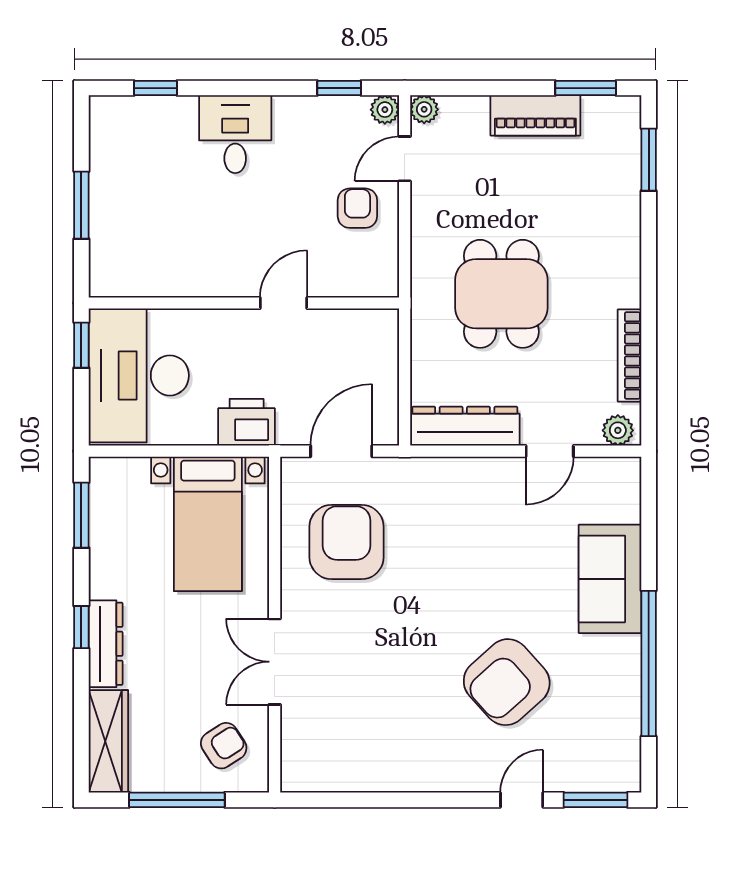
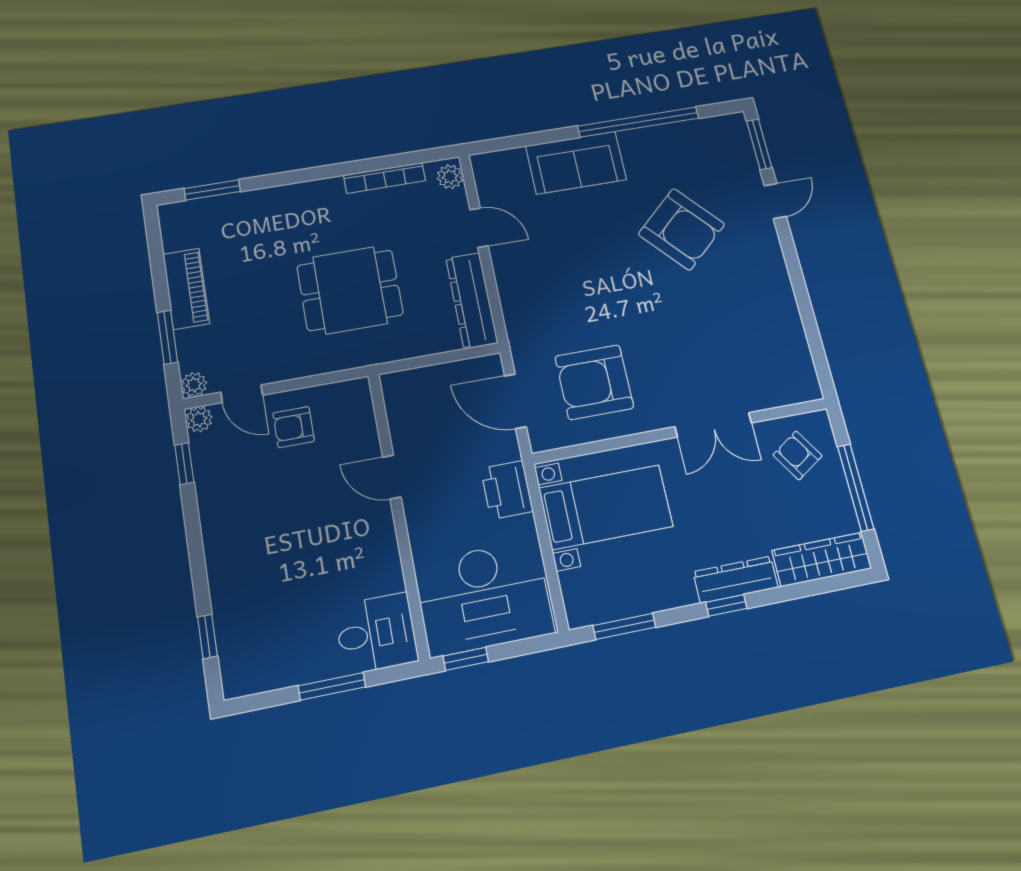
window: (586, 88) -> (167, 337), moved
desk: (235, 134) -> (376, 633), moved, turned 180
door: (522, 800) -> (775, 201), swing flipped

